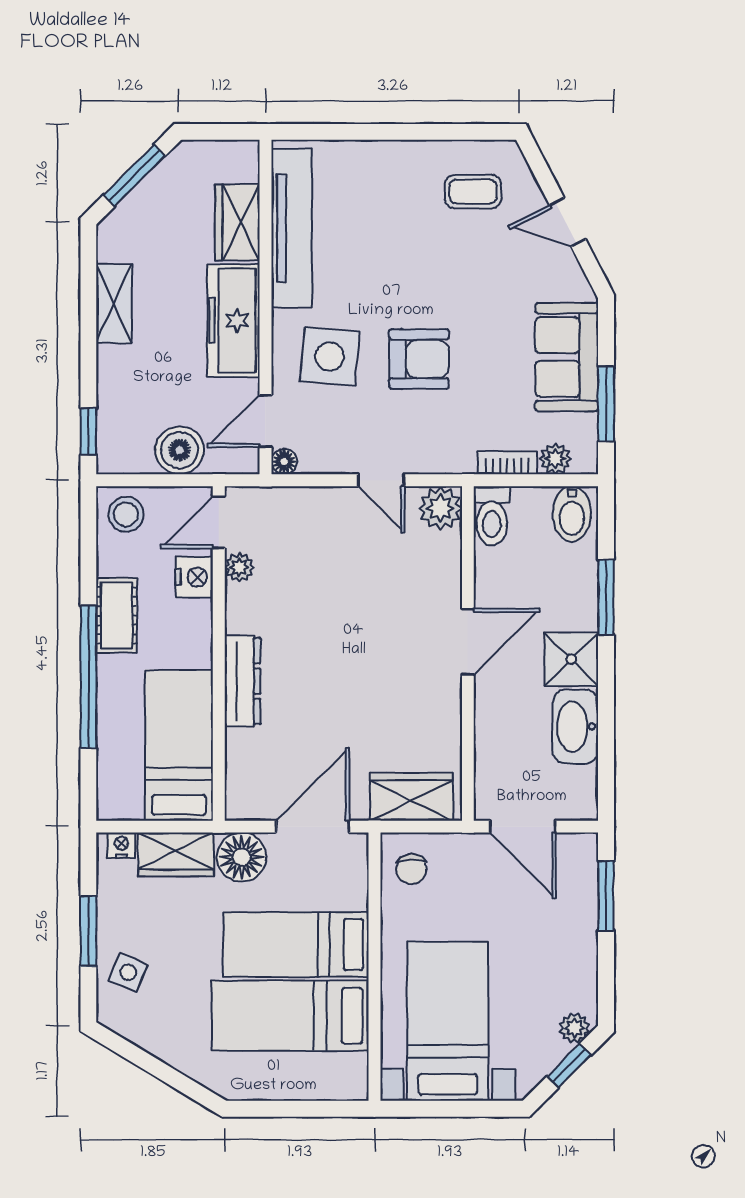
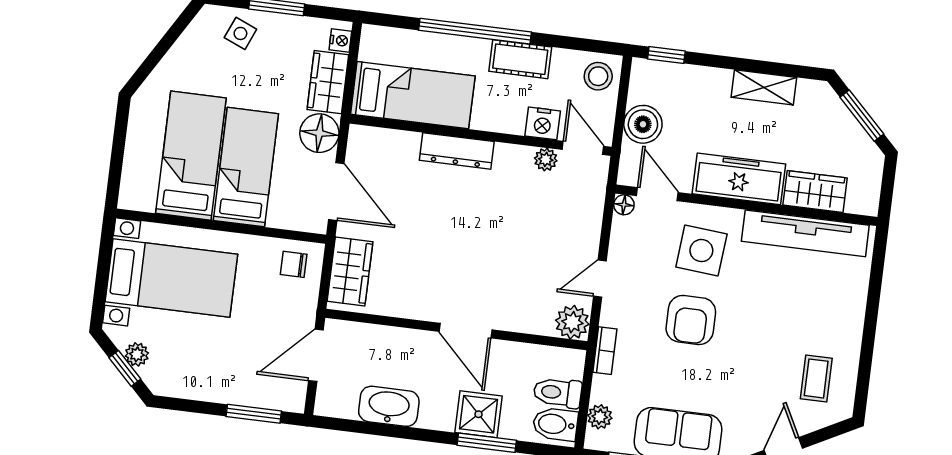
bookcase: (507, 463) -> (605, 351), moved
toilet: (492, 516) -> (558, 393), moved
shower: (571, 659) -> (479, 414), moved
plant: (574, 1028) -> (137, 354), moved

